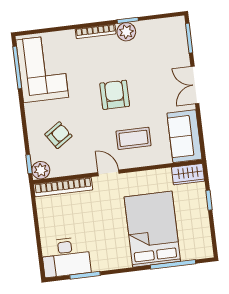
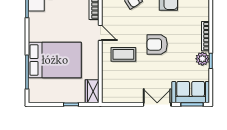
armchair: (115, 95) -> (157, 44), turned 180
sofa: (184, 136) -> (191, 92), moved
coffee table: (133, 138) -> (123, 54), turned 90
door: (108, 173) -> (100, 33), hinge flipped

